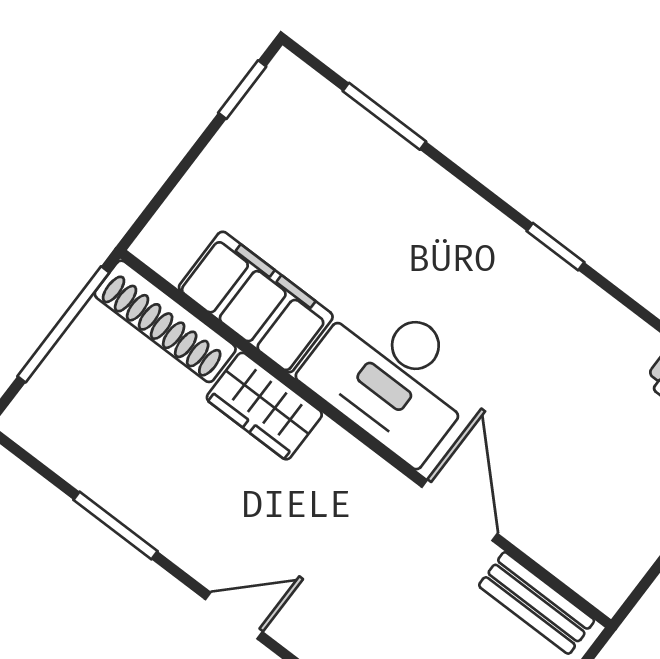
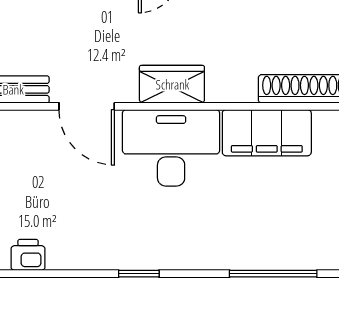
window: (384, 116) -> (273, 274), width x1.44
wardrobe: (264, 406) -> (172, 84), moved

